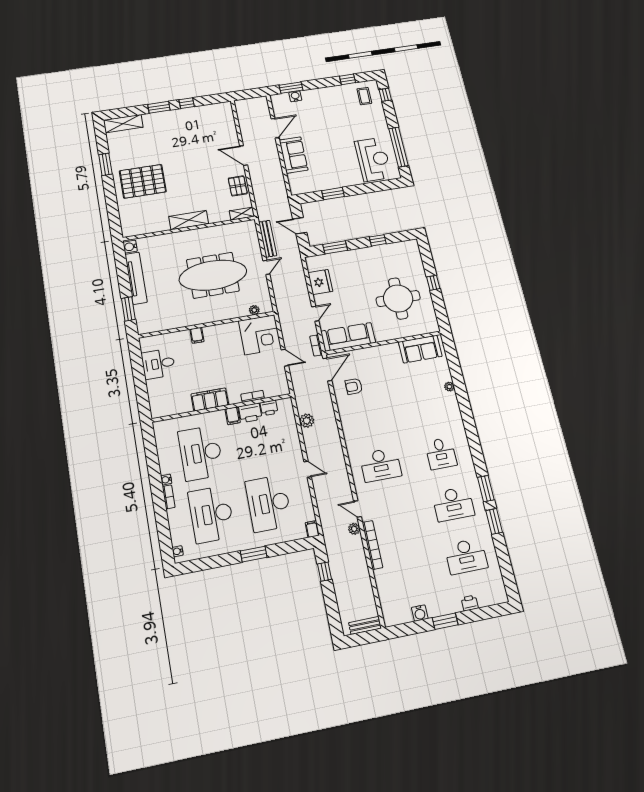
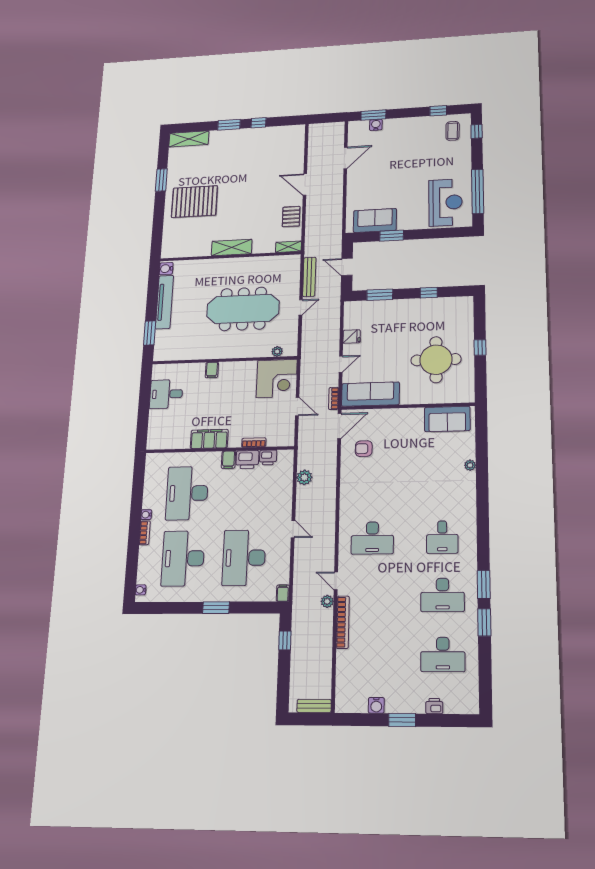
sofa: (294, 155) -> (375, 220), moved, turned -90
fridge: (320, 282) -> (352, 336), width x0.53, depth x0.75

